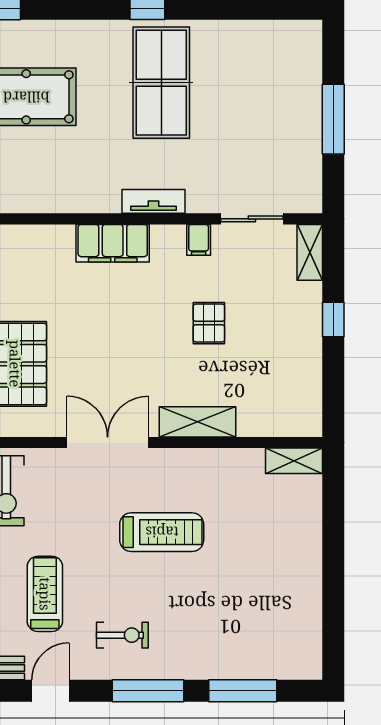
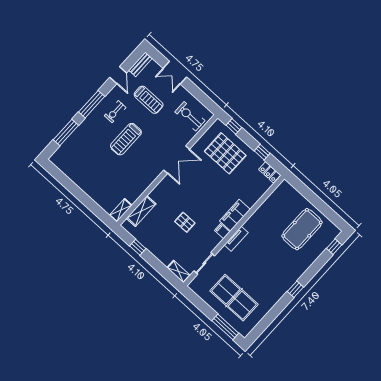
table tennis table: (161, 83) -> (234, 298), moved
window: (333, 119) -> (225, 327), moved
filing cabinet: (199, 240) -> (222, 231), moved
window: (333, 319) -> (138, 247), moved
shelving: (197, 422) -> (141, 211), moved
treadmill: (162, 532) -> (126, 139), moved

